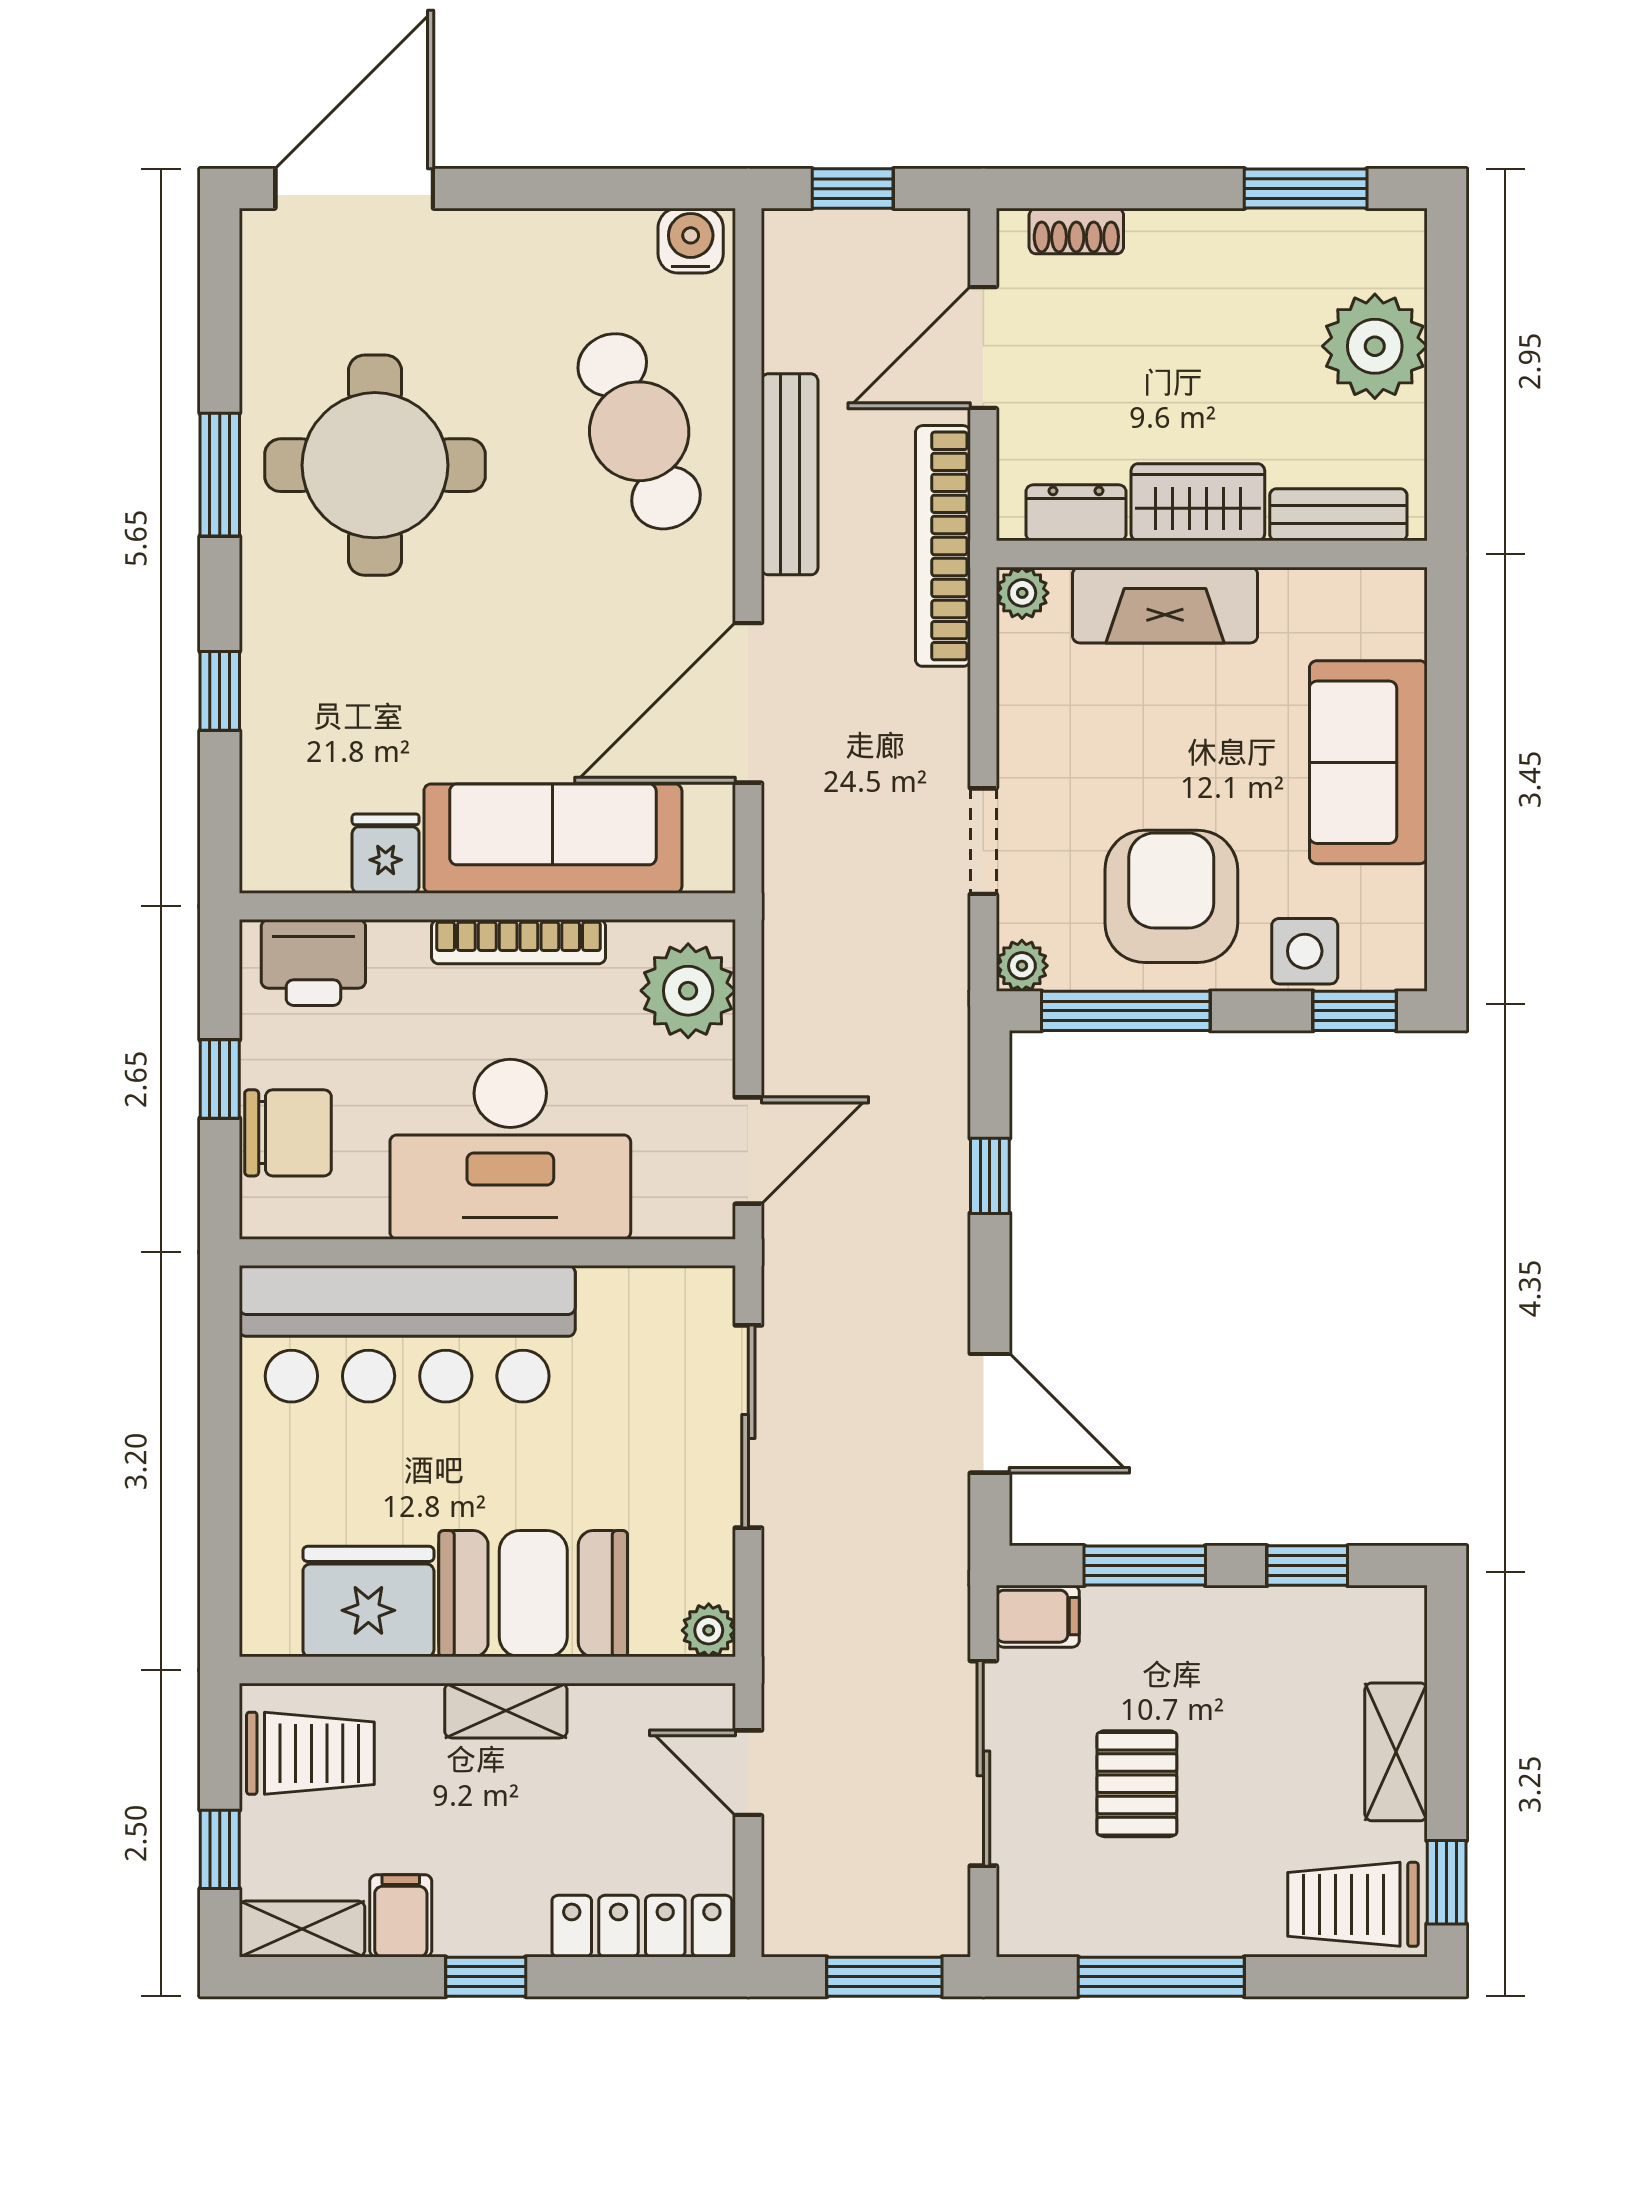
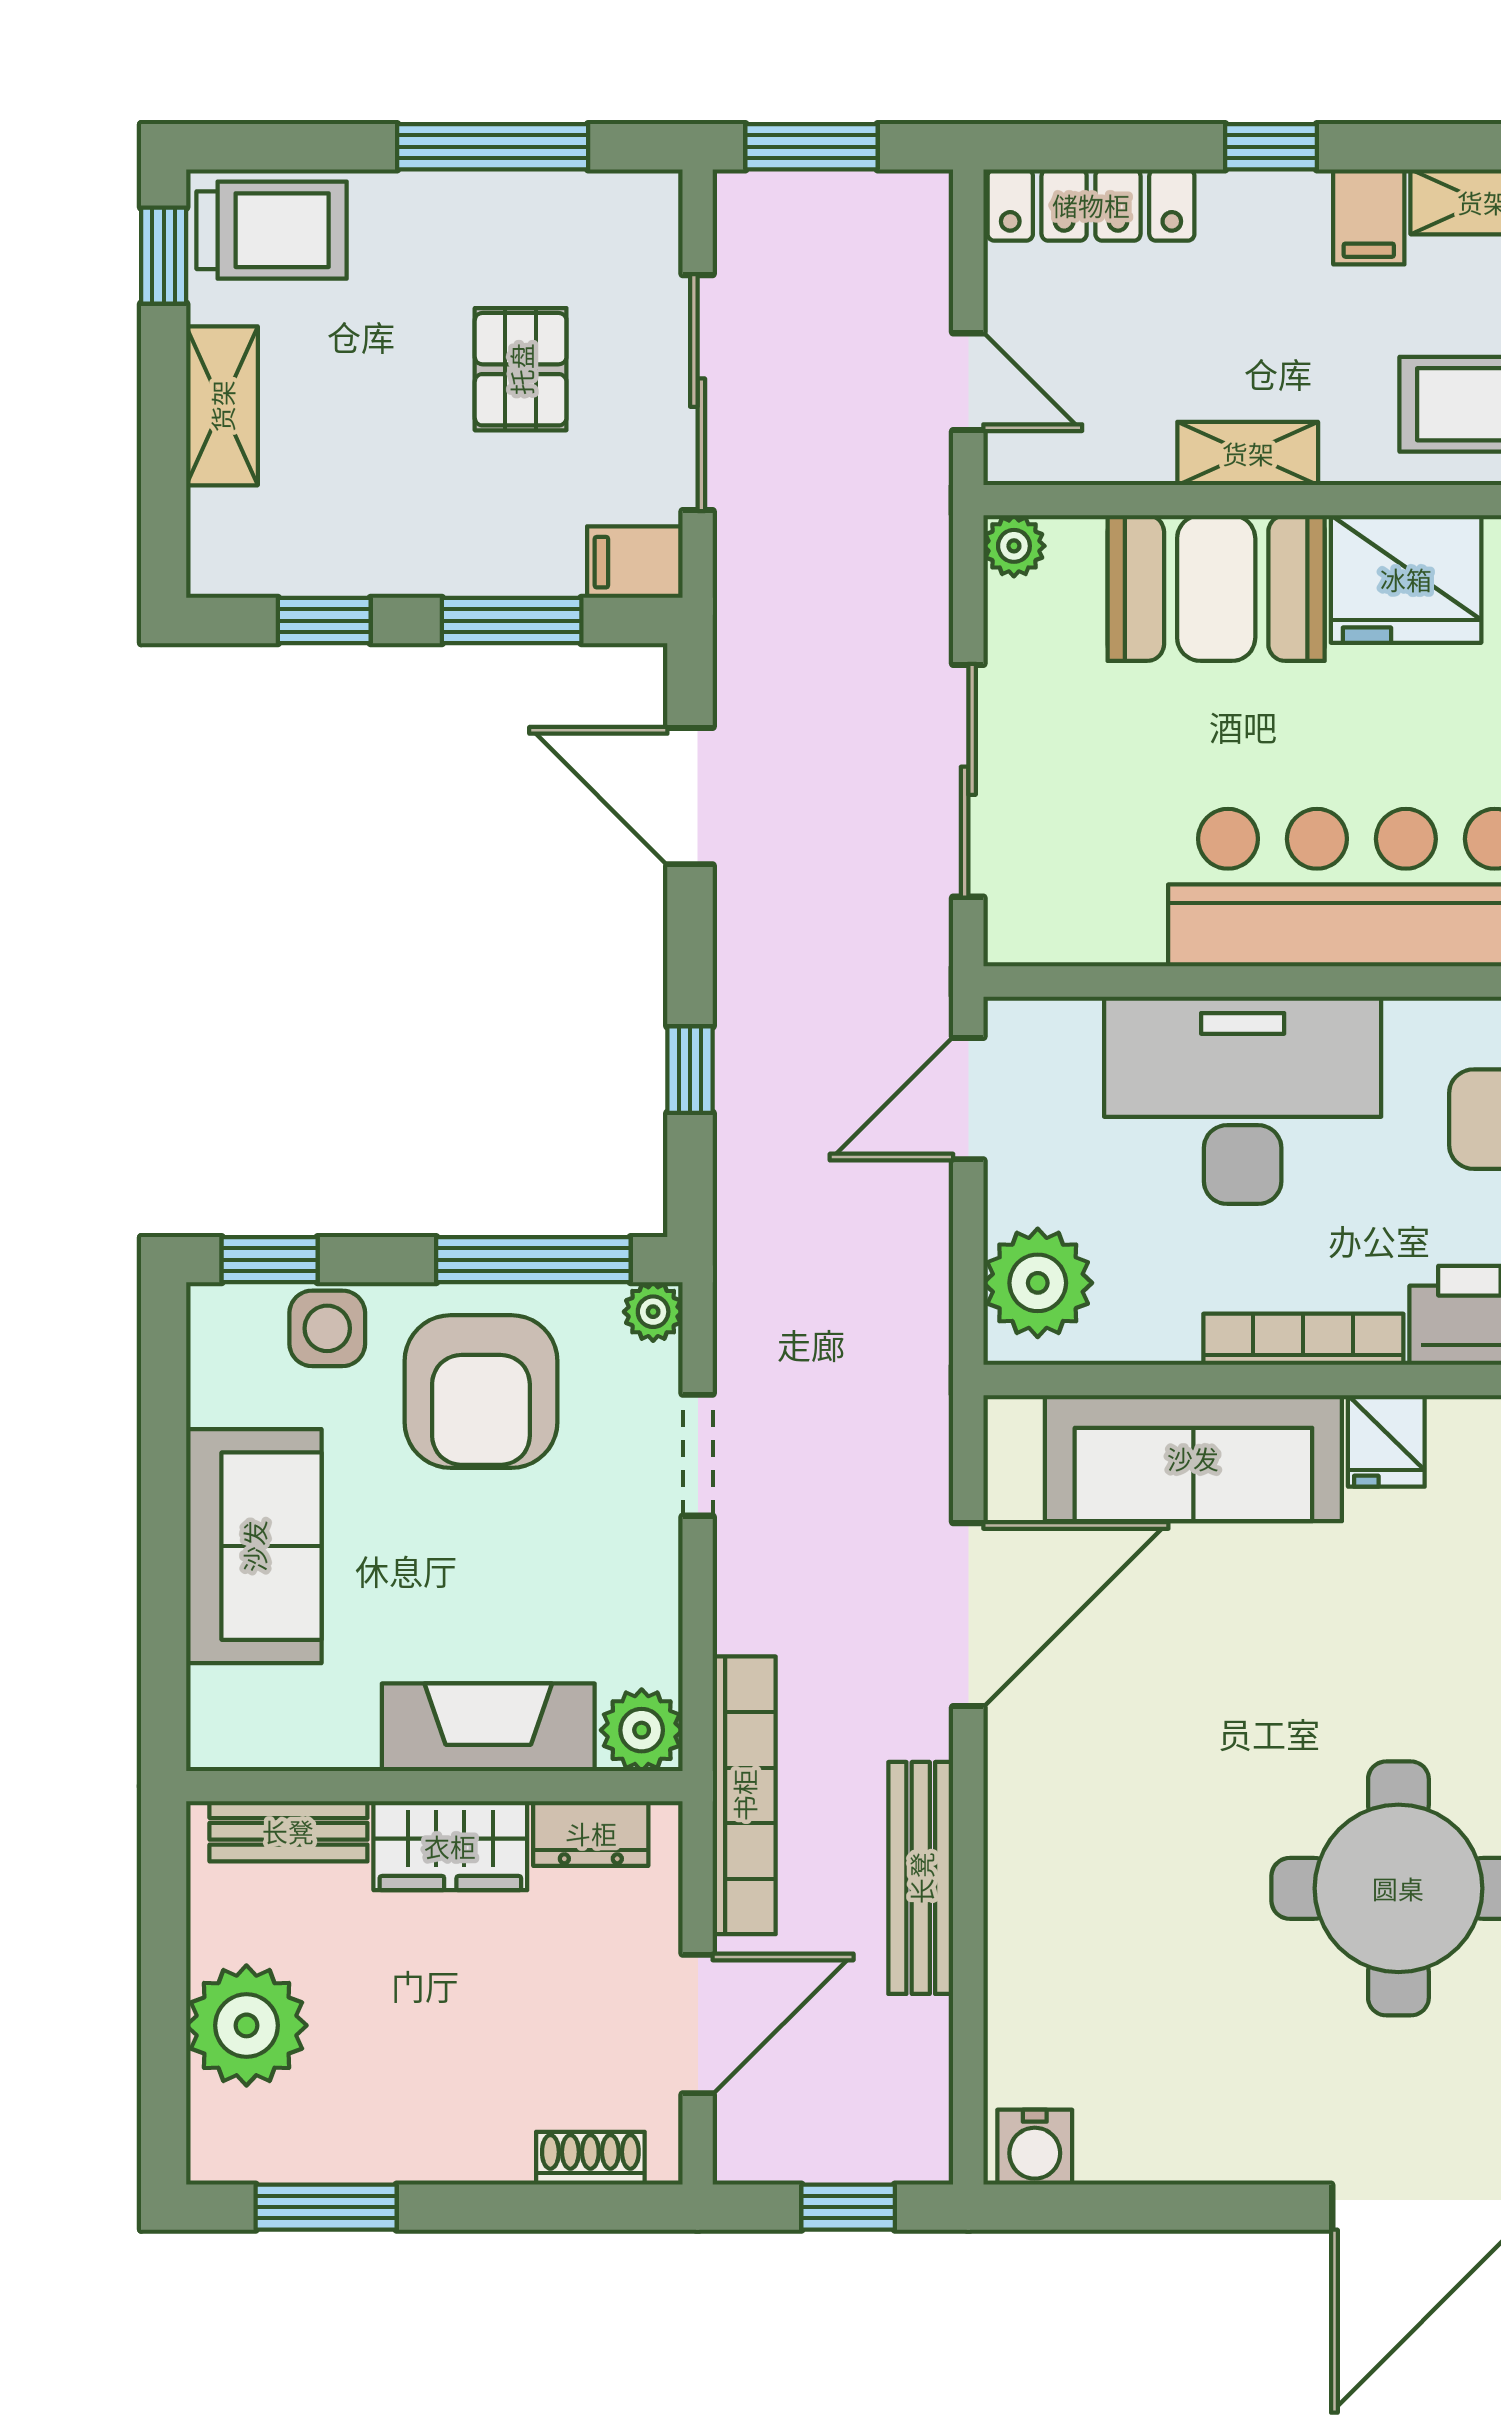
cafe table: (639, 431) -> (1094, 1927), removed
plant: (1022, 593) -> (642, 1730), width x1.38, depth x1.38
bookcase: (519, 942) -> (1303, 1339), moved

